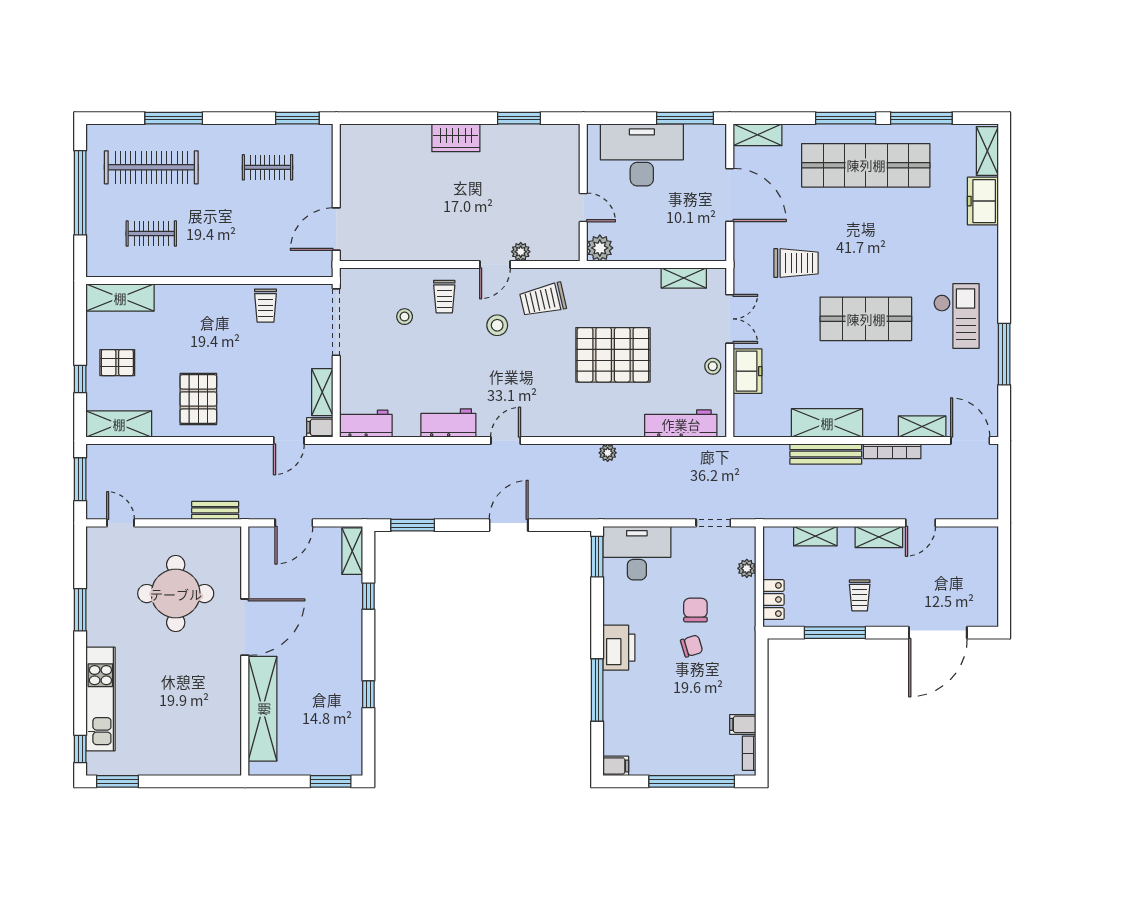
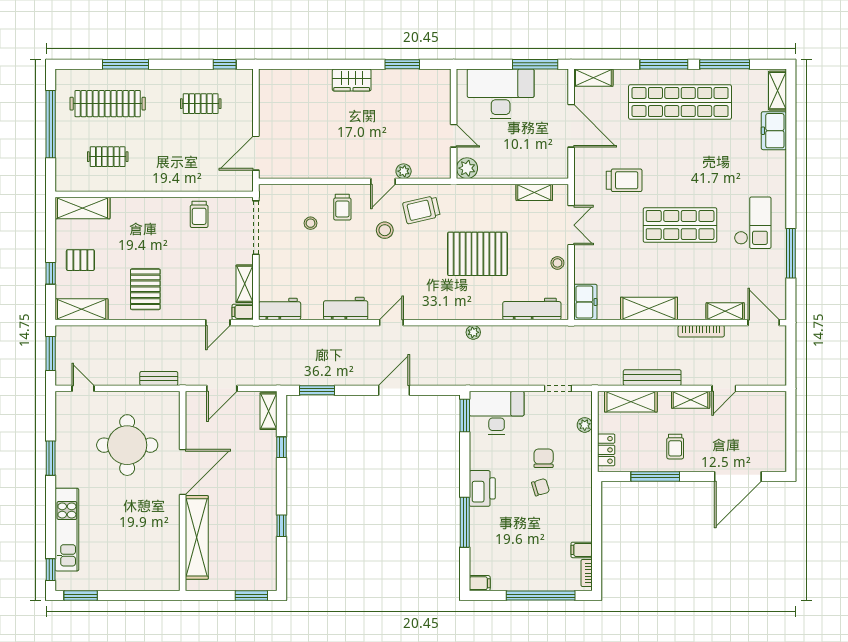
window: (297, 118) -> (225, 64), width x0.67
freezer: (748, 371) -> (585, 302), moved
bench: (826, 454) -> (652, 378), moved
shelving: (815, 536) -> (631, 402), width x1.50, depth x1.33

